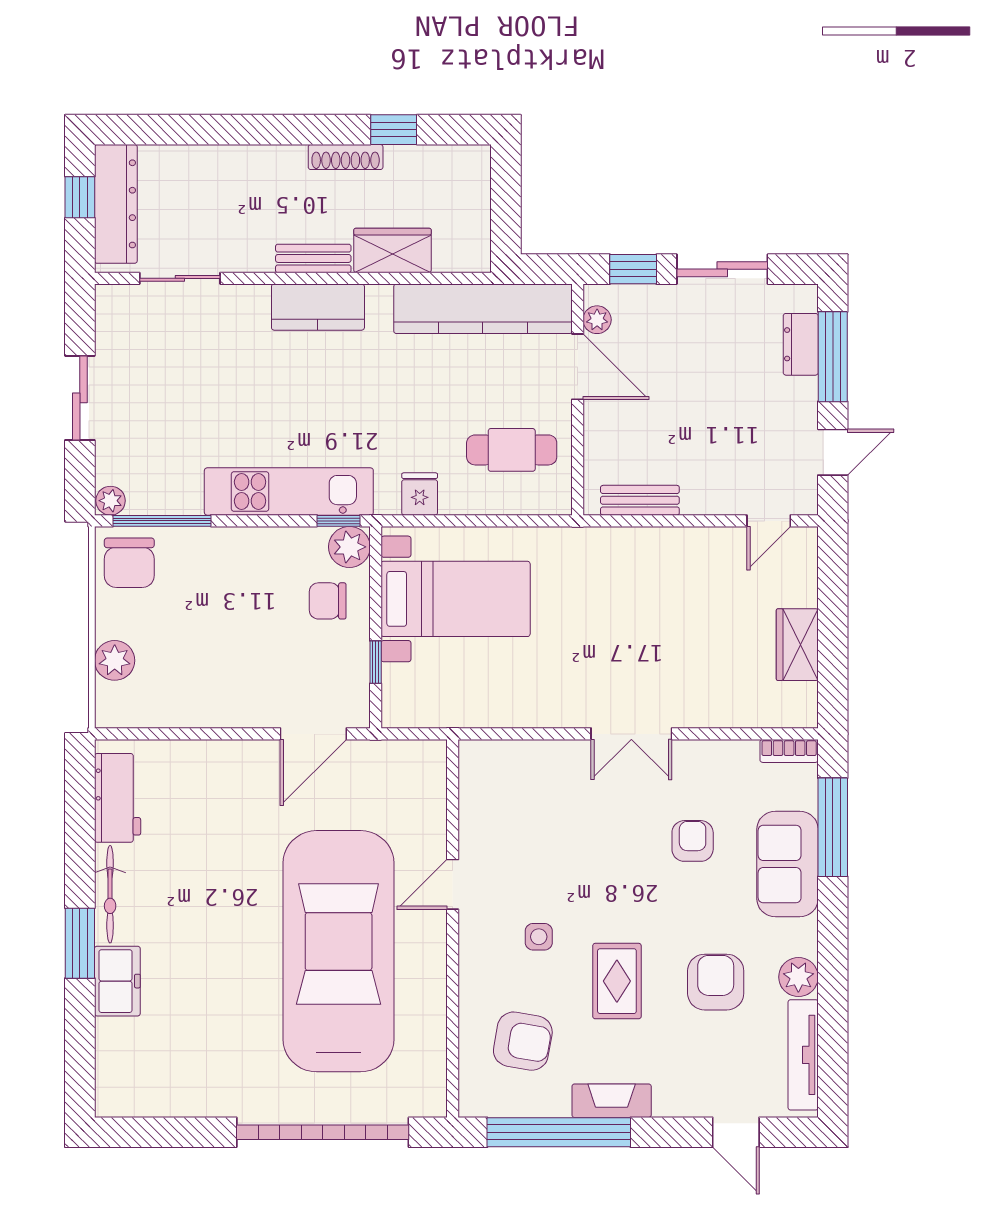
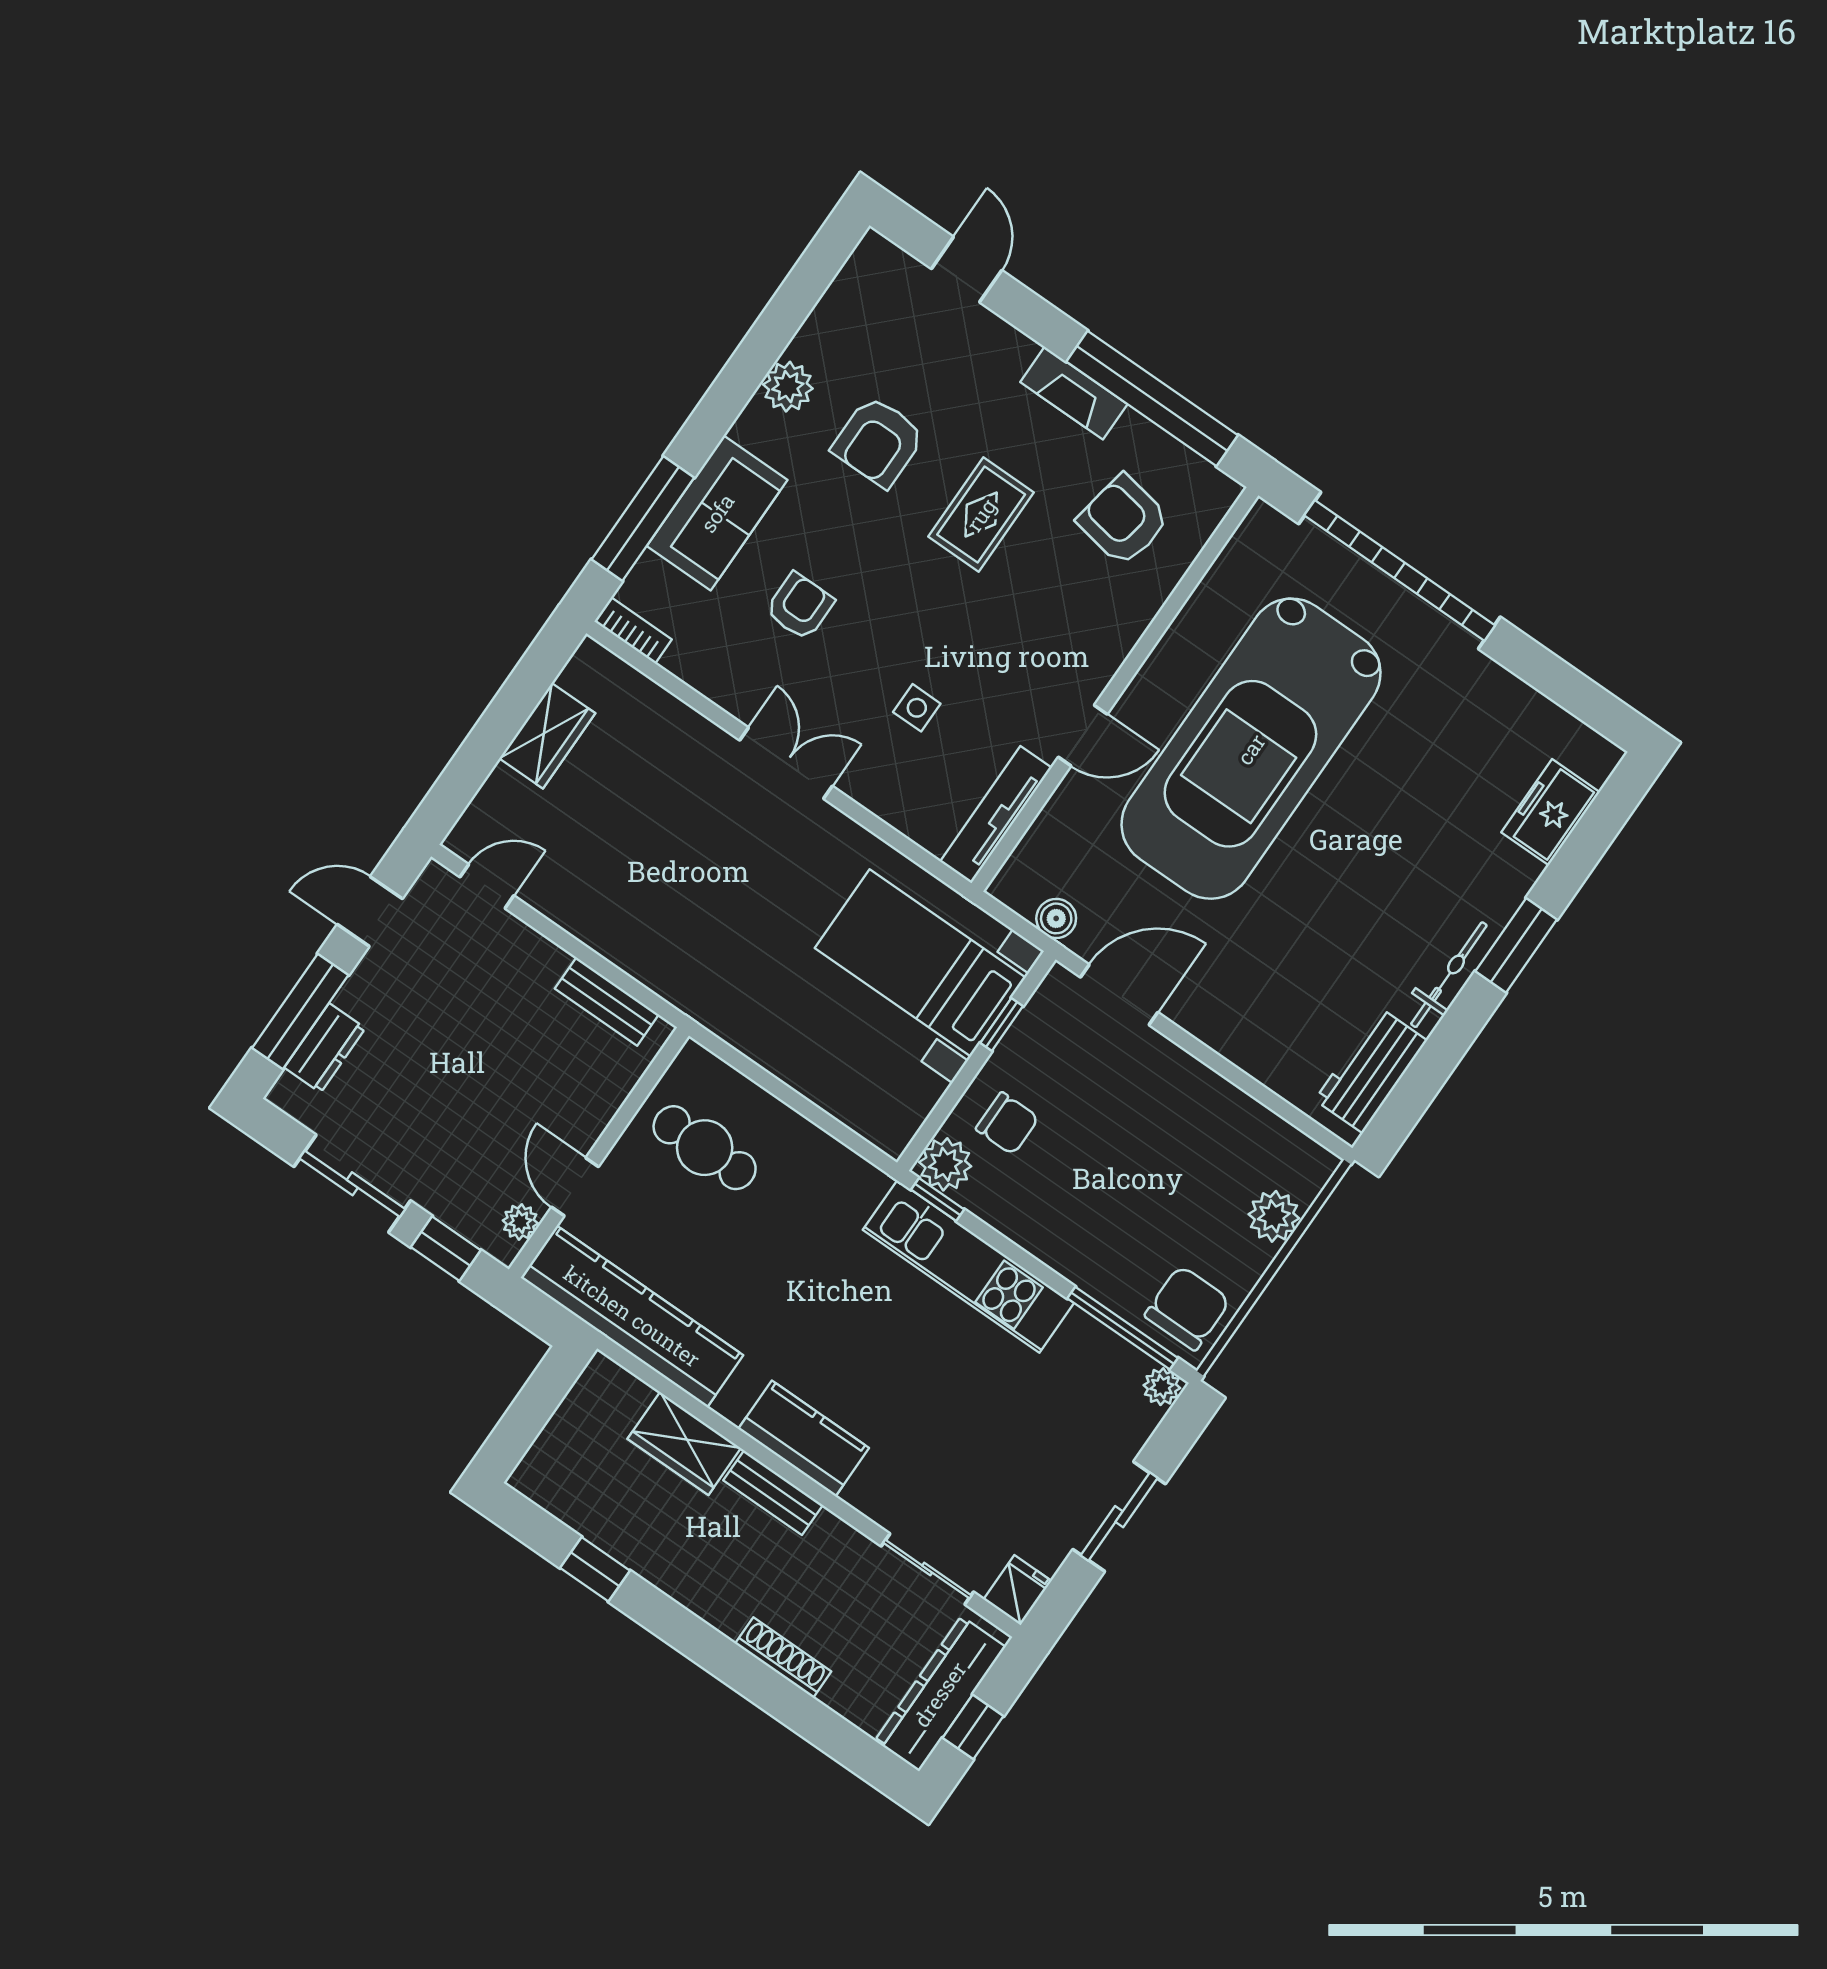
shoe rack: (346, 157) -> (783, 1658), moved
door: (578, 367) -> (575, 1187), width x0.73
fridge: (420, 494) -> (1017, 1590), moved, turned 180
bed with nightstands: (456, 599) -> (920, 963), moved
boiler: (388, 755) -> (1056, 918), added
armchair: (693, 841) -> (800, 606), turned 180
side table: (539, 937) -> (917, 708), moved
freezer: (117, 981) -> (1550, 812), moved
tv unit: (803, 1055) -> (996, 815), moved, turned 180

